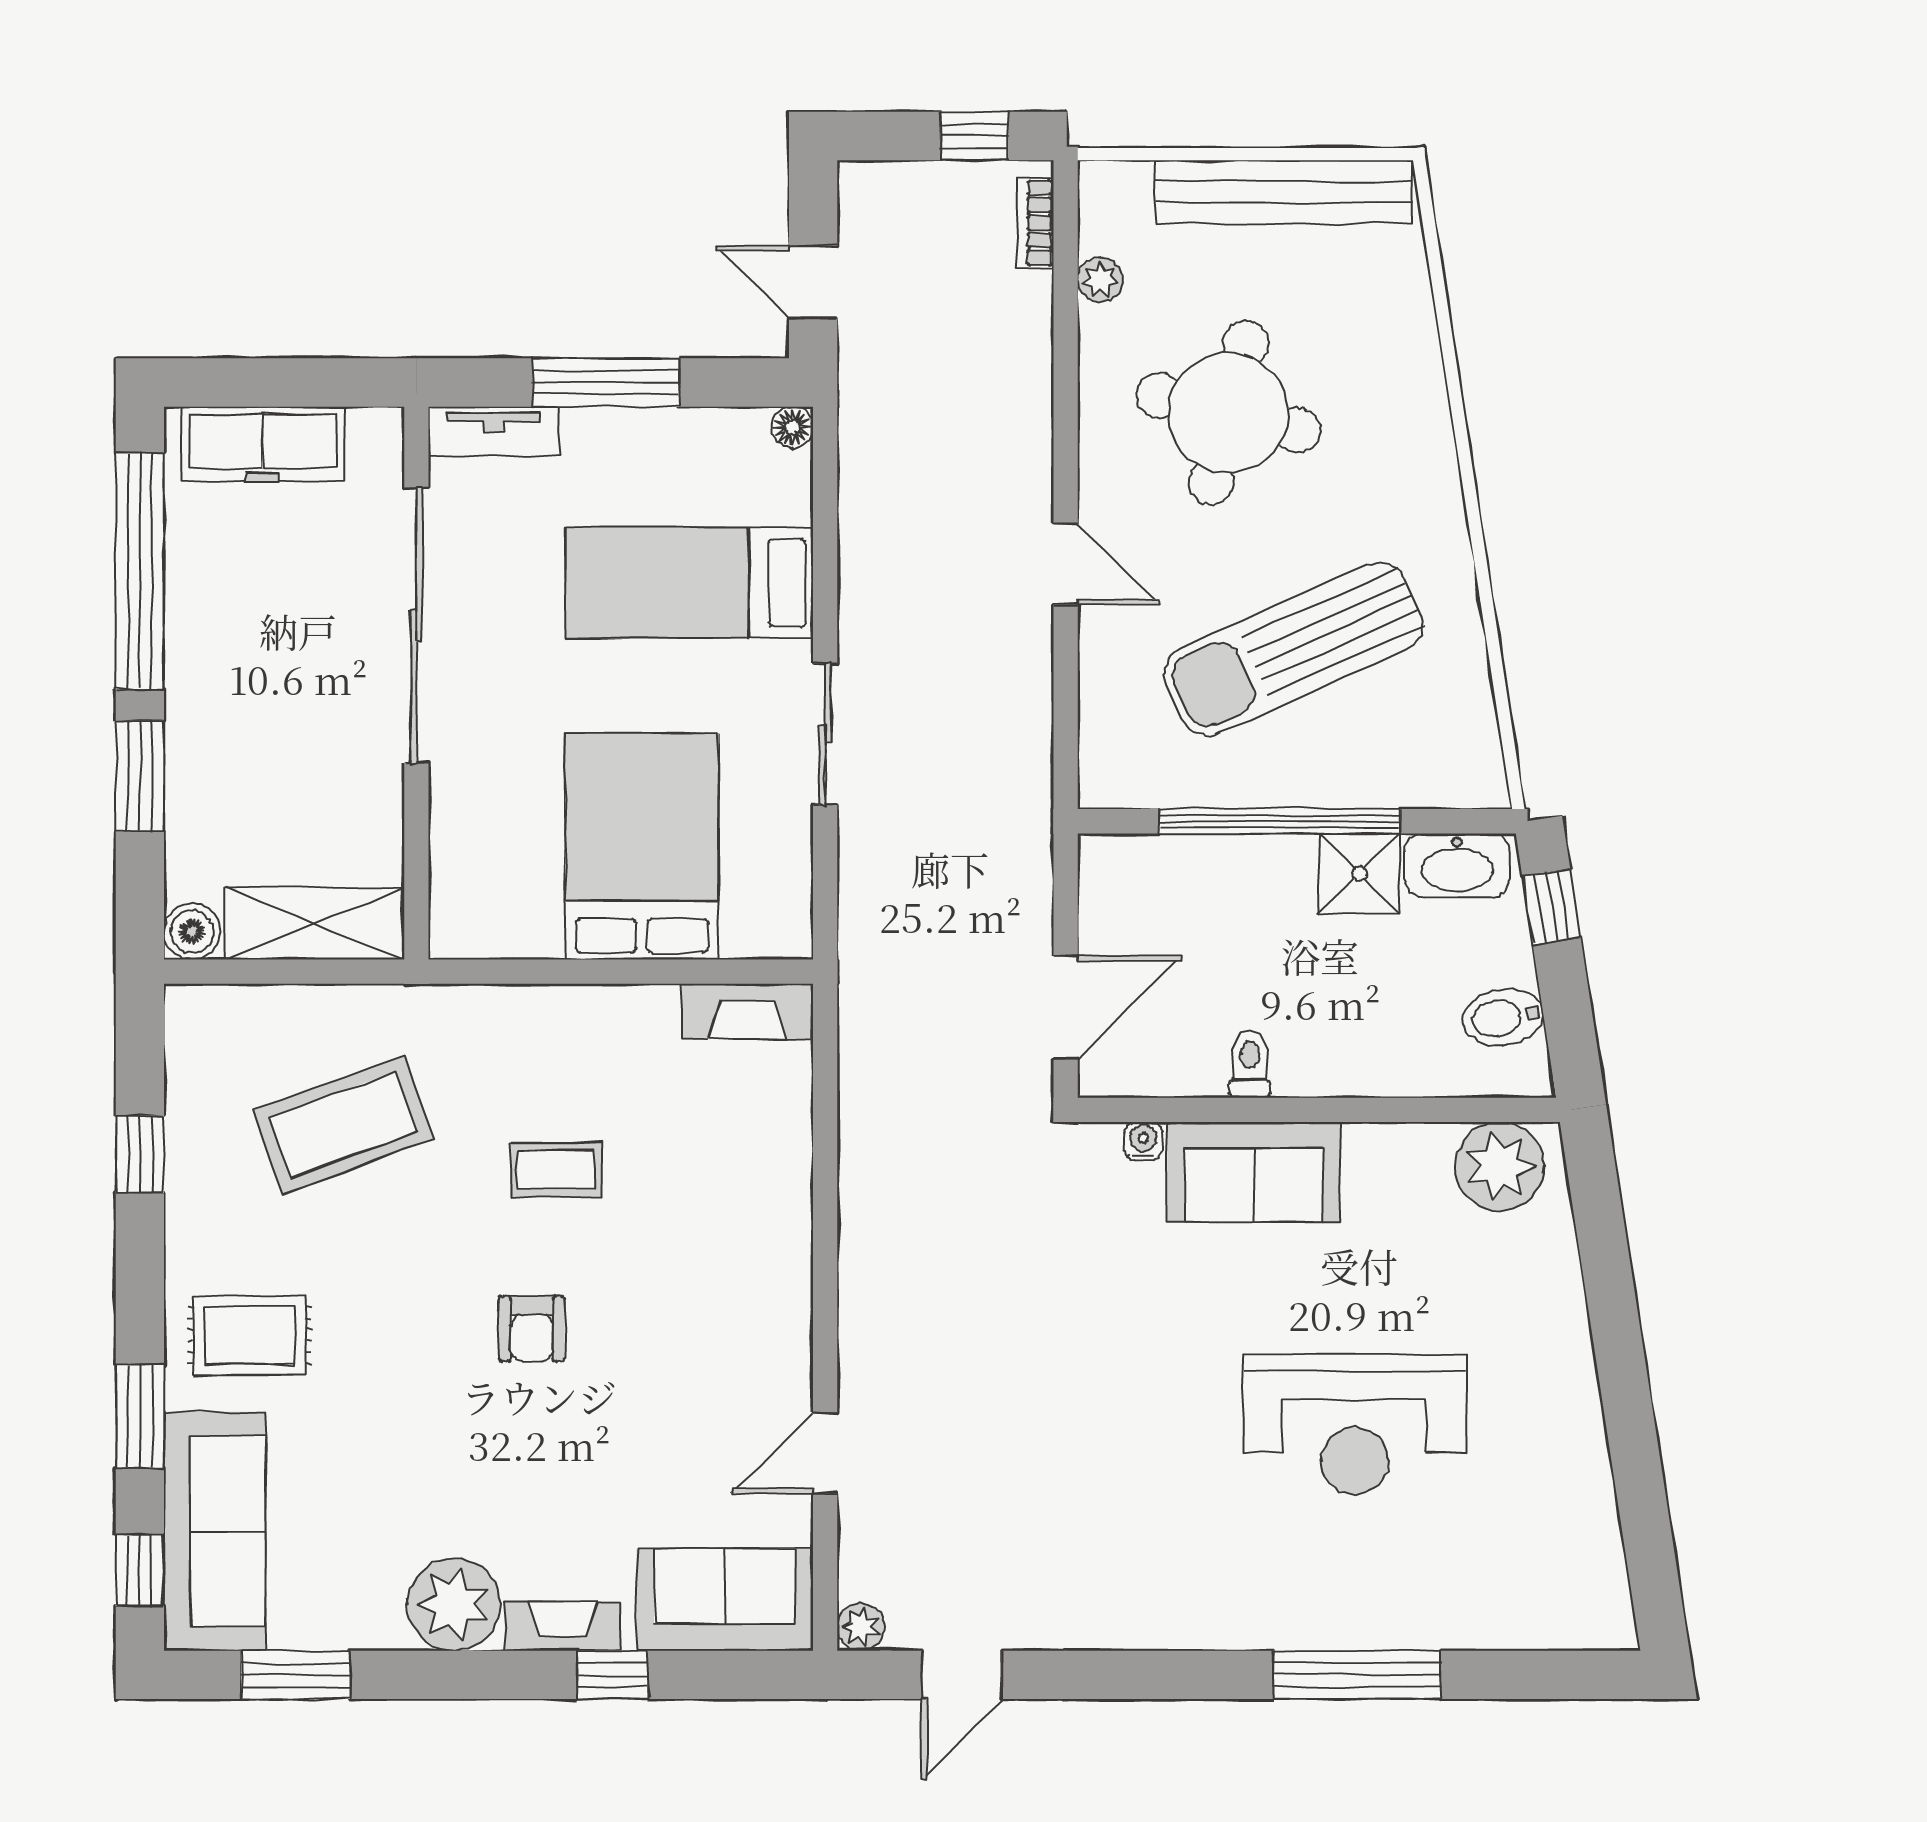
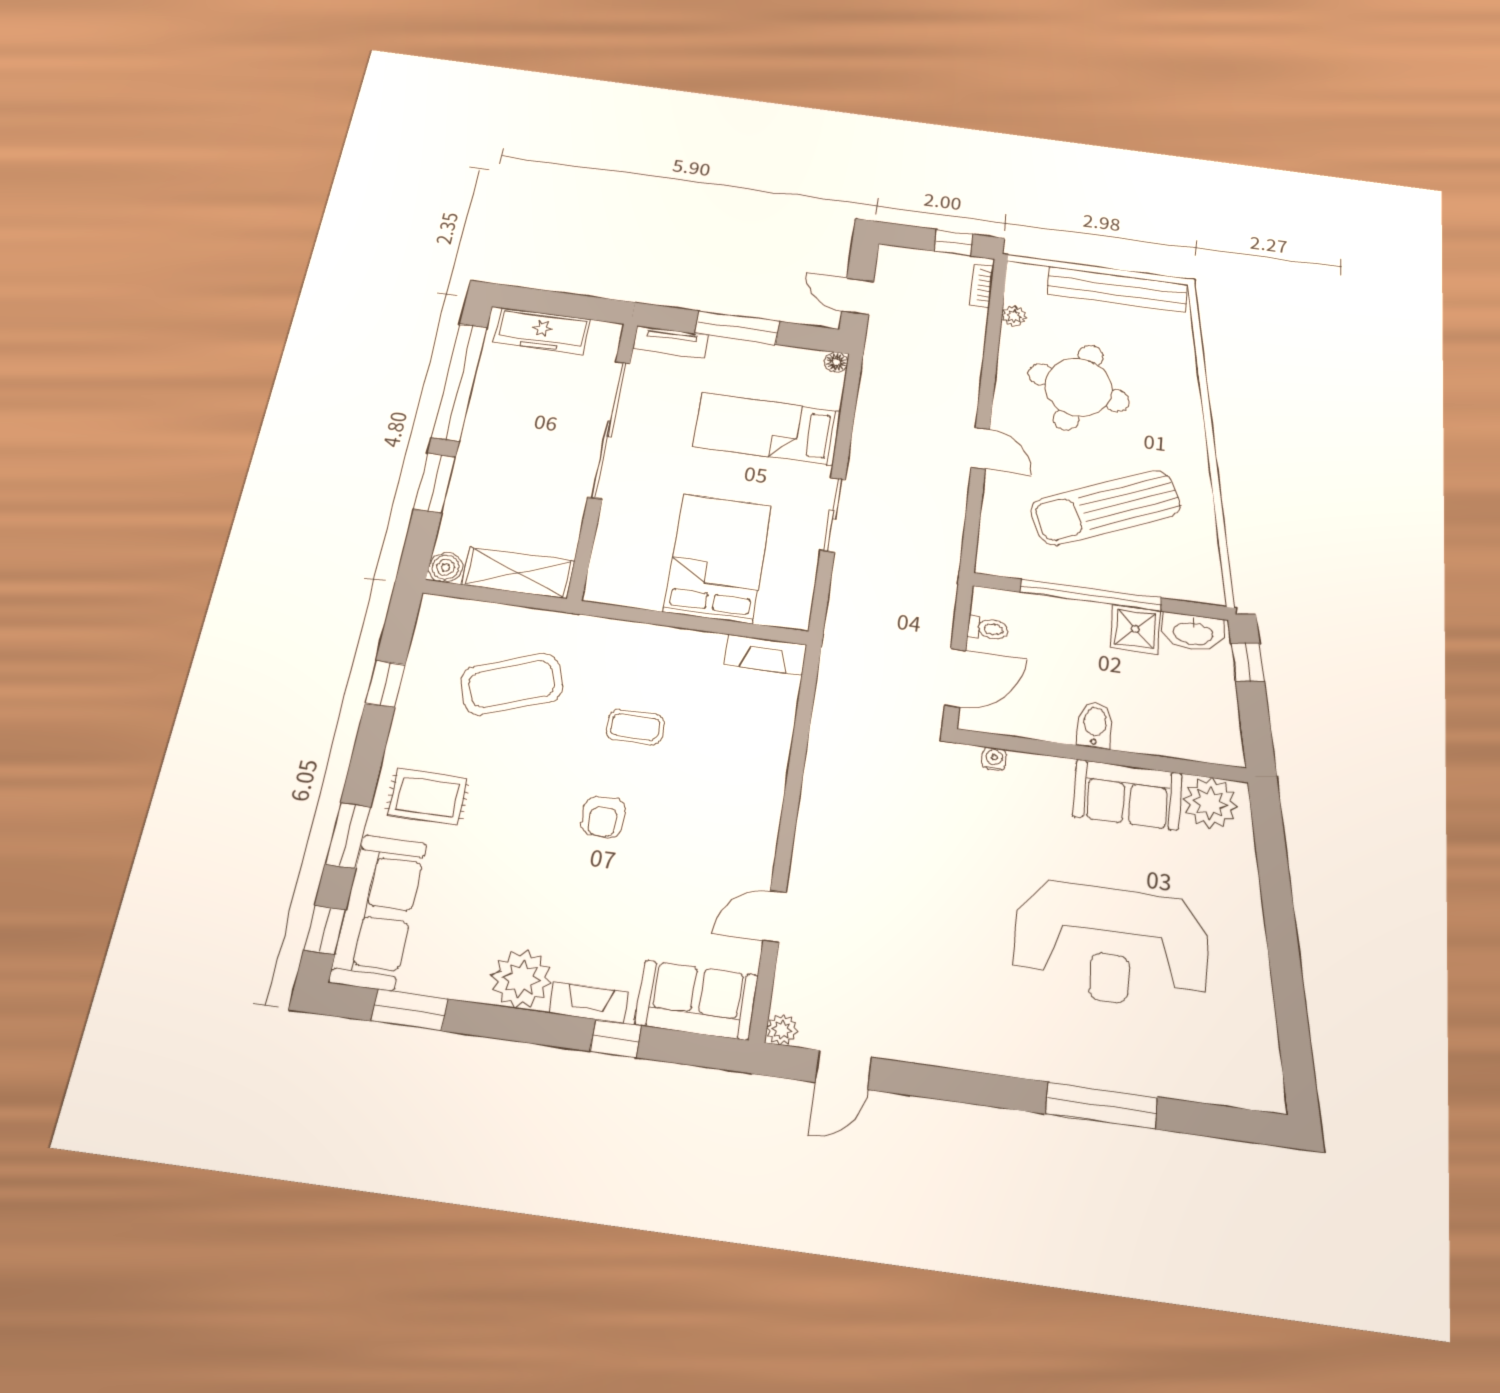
bidet: (1503, 1017) -> (1095, 725), moved, turned 99
toilet: (1250, 1064) -> (988, 629), moved, turned 90
sofa: (1254, 1172) -> (1127, 795), moved
reception desk: (1355, 1424) -> (1111, 945), width x1.36, depth x1.30

